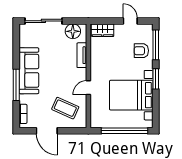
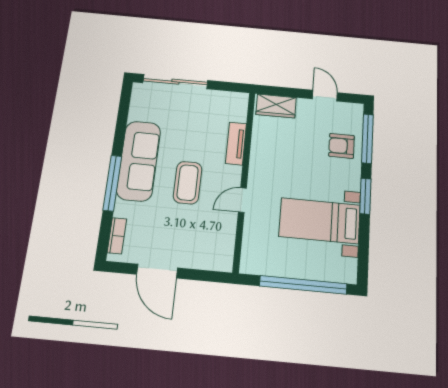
floor lamp: (73, 31) -> (224, 103), removed
bed with nightstands: (131, 95) -> (320, 221), width x0.73
coffee table: (65, 108) -> (188, 183), moved, turned 66

